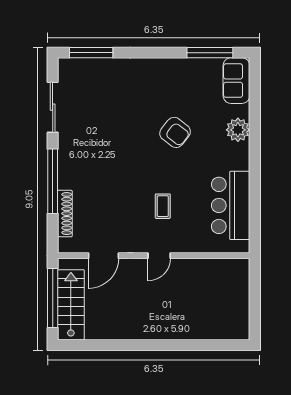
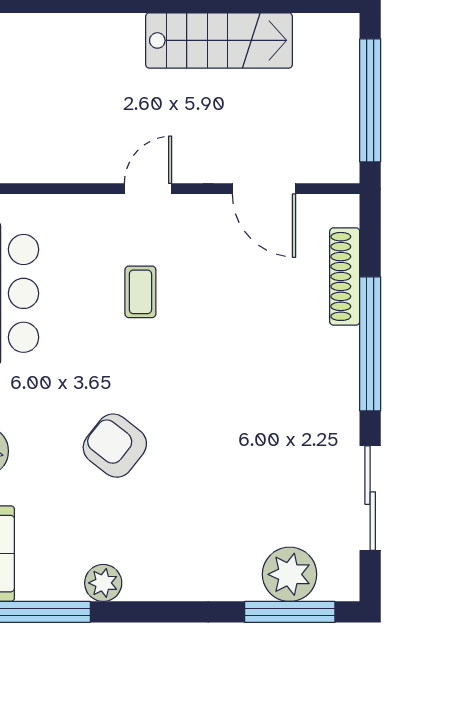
plant: (181, 67) -> (103, 583), added
plant: (91, 71) -> (290, 574), added
door: (104, 256) -> (264, 189), swing flipped
stairs: (71, 305) -> (219, 40), moved, turned -90

